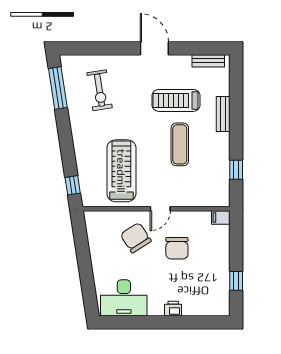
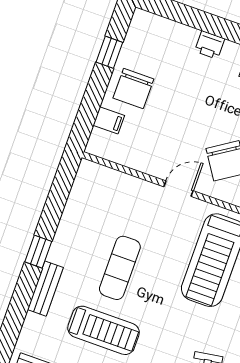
window: (236, 170) -> (38, 252), moved
filing cabinet: (221, 218) -> (109, 120), moved
chair: (177, 248) -> (133, 89), moved, turned 180

